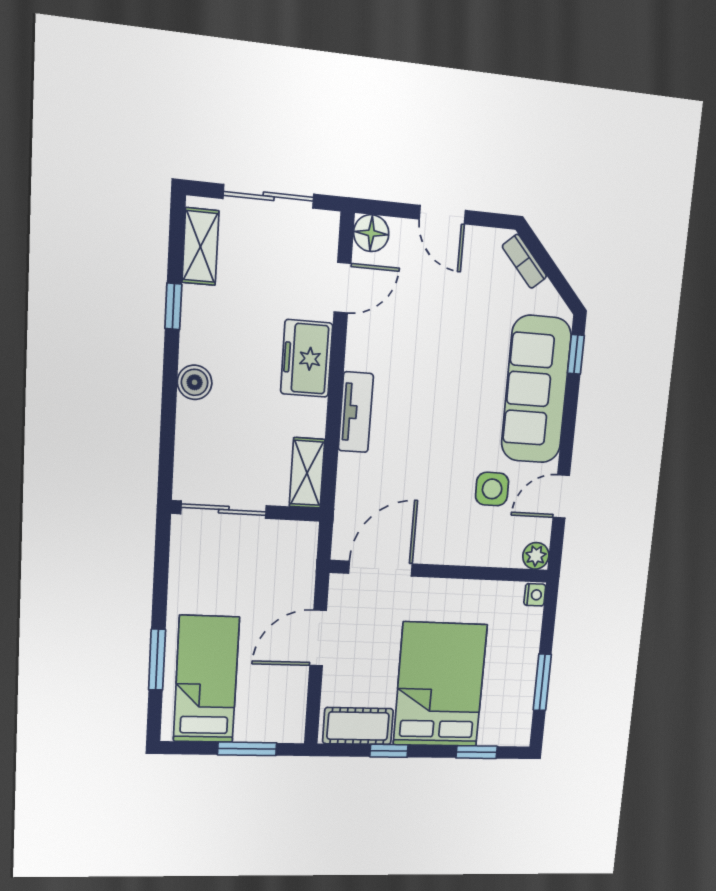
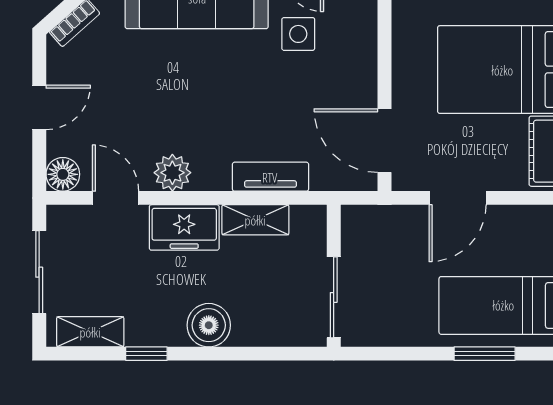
plant: (364, 351) -> (172, 173), added
boiler: (195, 382) -> (209, 325), width x1.36, depth x1.36
tv unit: (356, 412) -> (270, 177), moved
shelving: (307, 473) -> (255, 220), moved
door: (318, 638) -> (458, 198), hinge flipped

